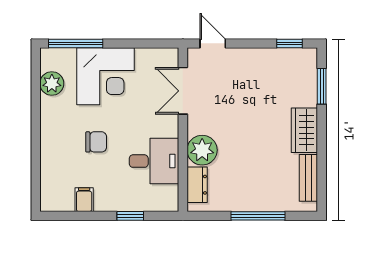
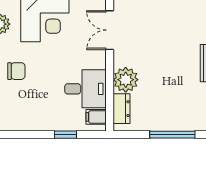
chair: (96, 142) -> (16, 71), moved
filing cabinet: (84, 200) -> (96, 117), moved, turned -90

